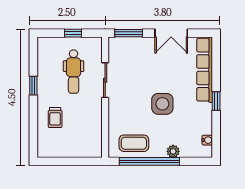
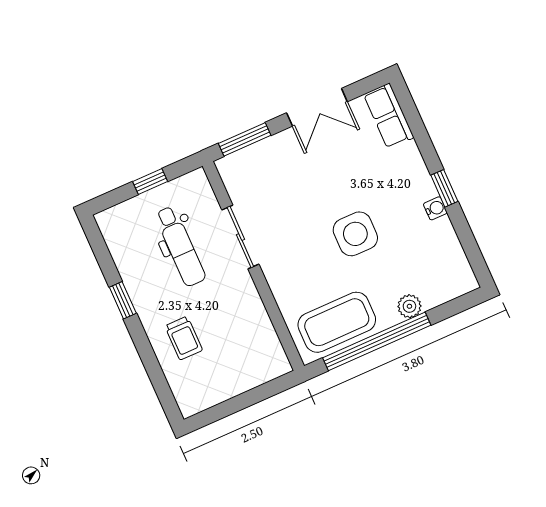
row of seats: (205, 70) -> (389, 116), width x0.50
water cooler: (207, 140) -> (435, 208), moved
coffee table: (134, 143) -> (337, 322), width x1.36, depth x1.32

